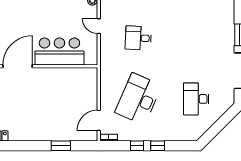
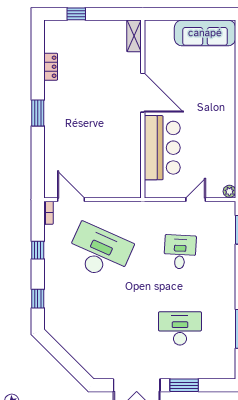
desk: (196, 99) -> (180, 328), moved
window: (61, 146) -> (38, 113), moved
window: (158, 146) -> (38, 299), moved

